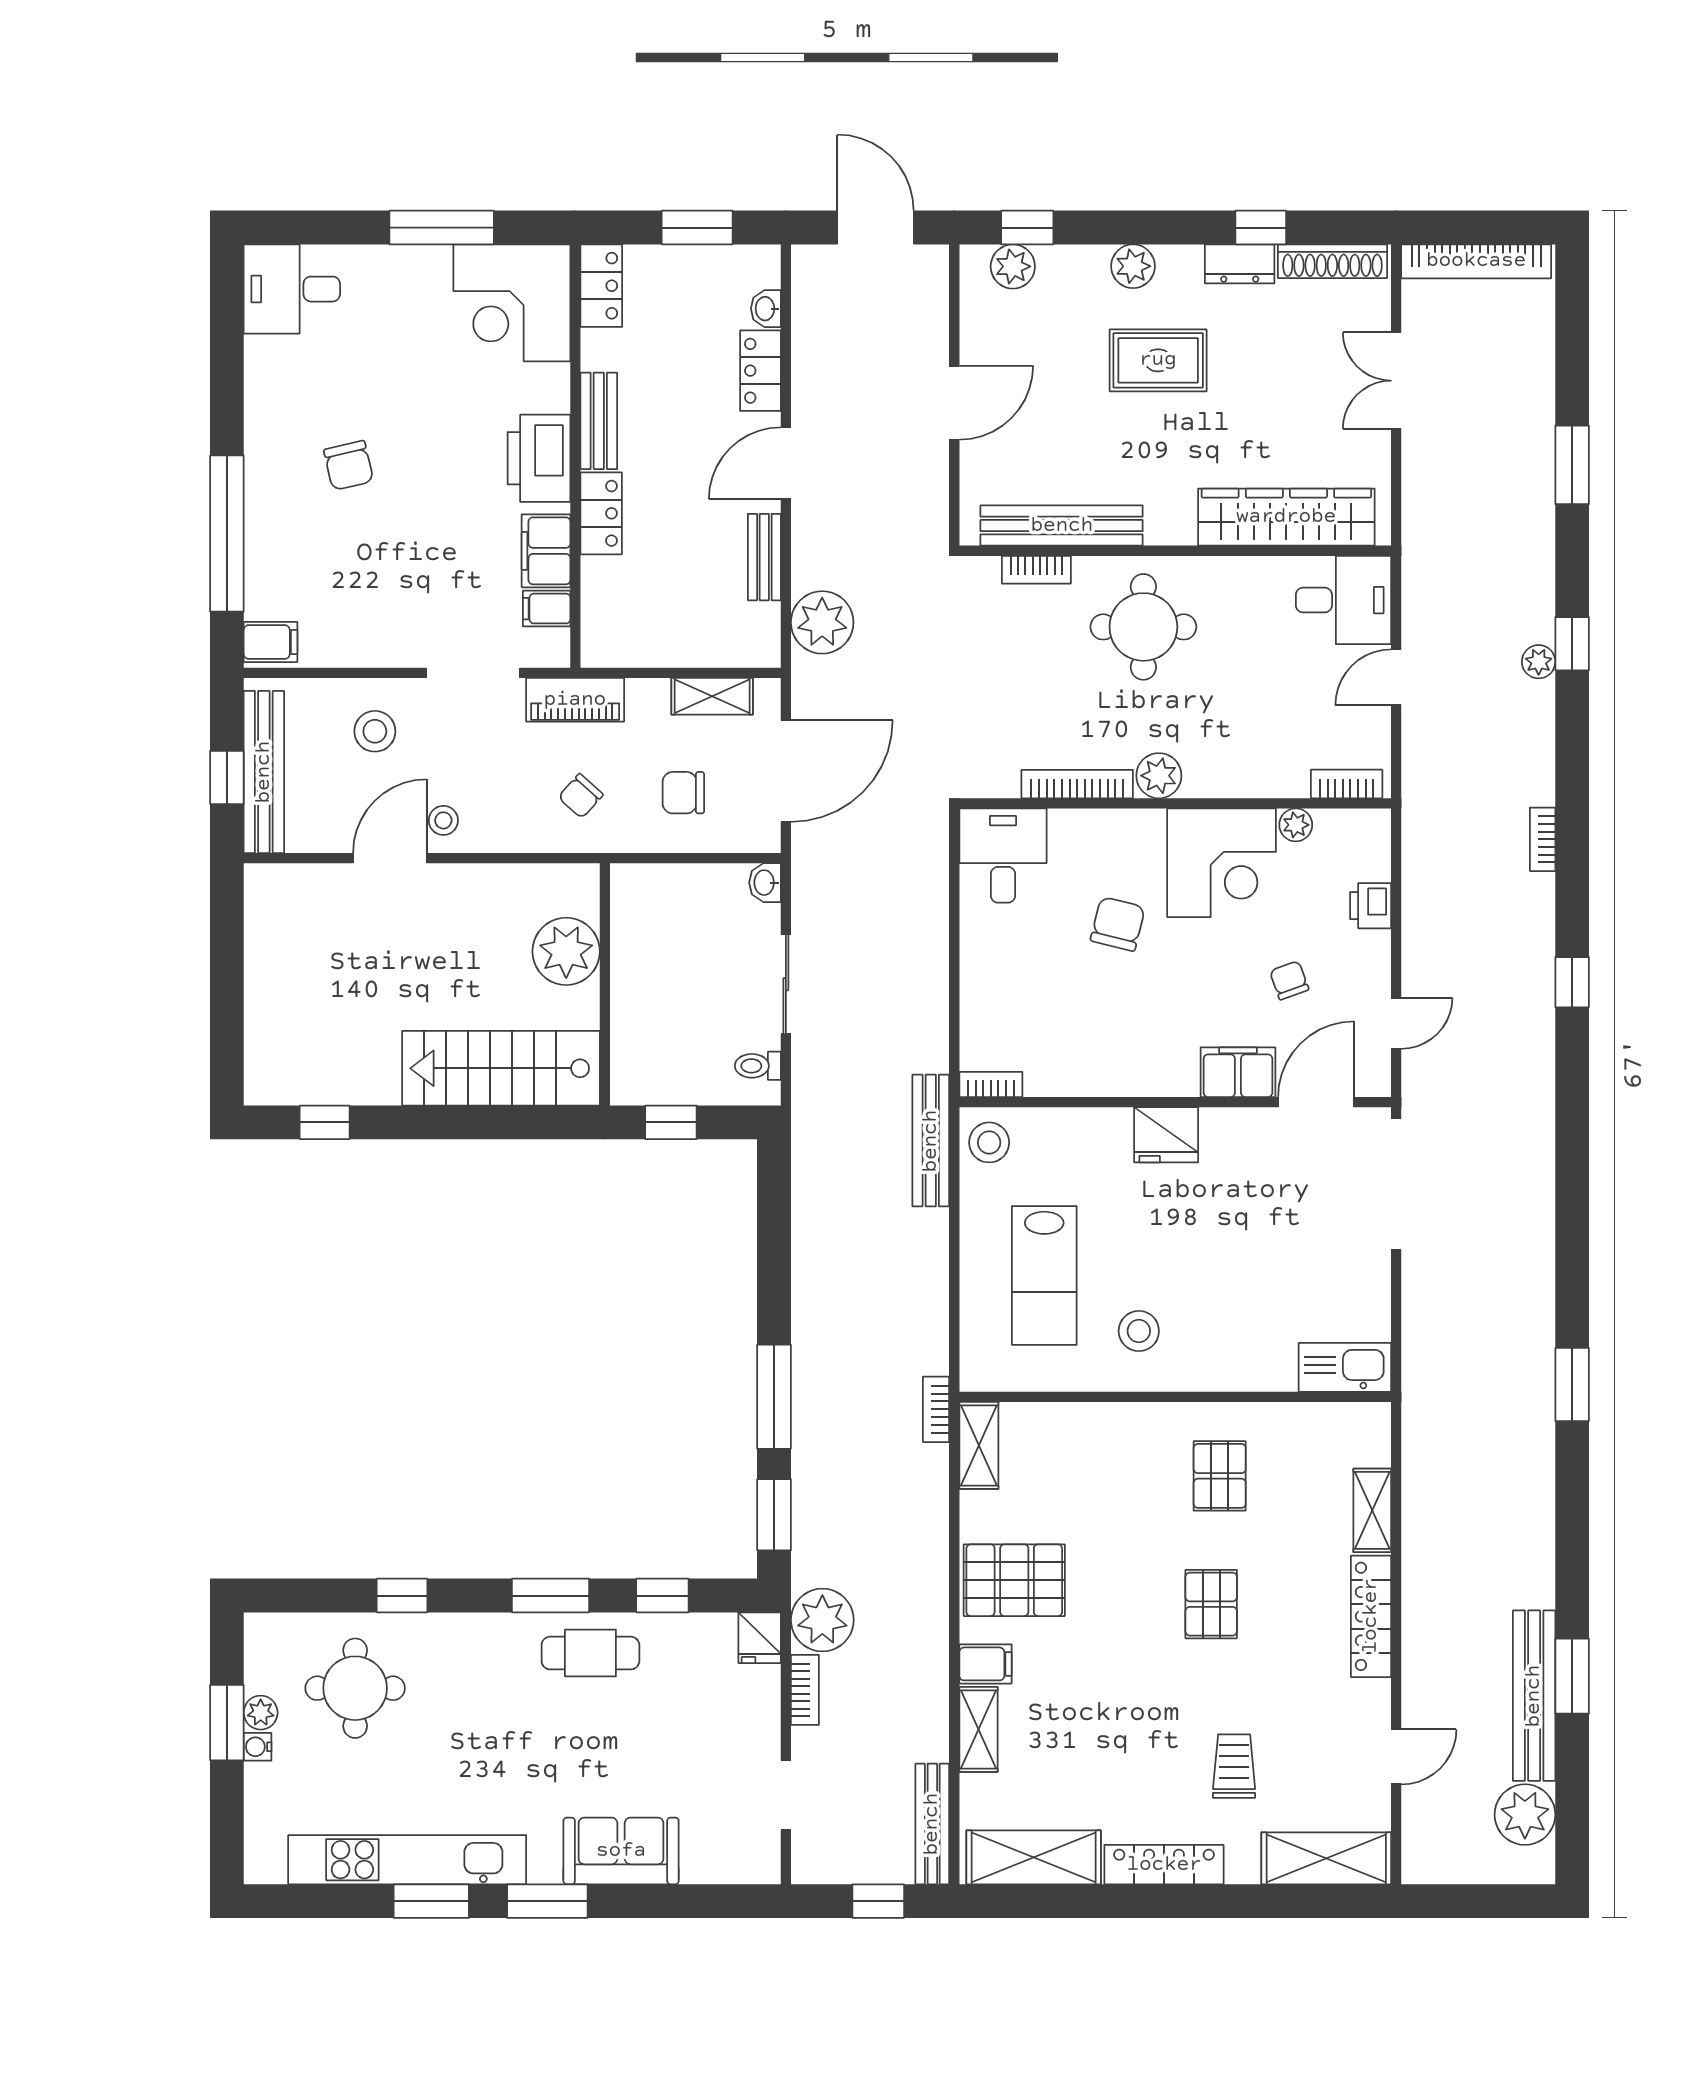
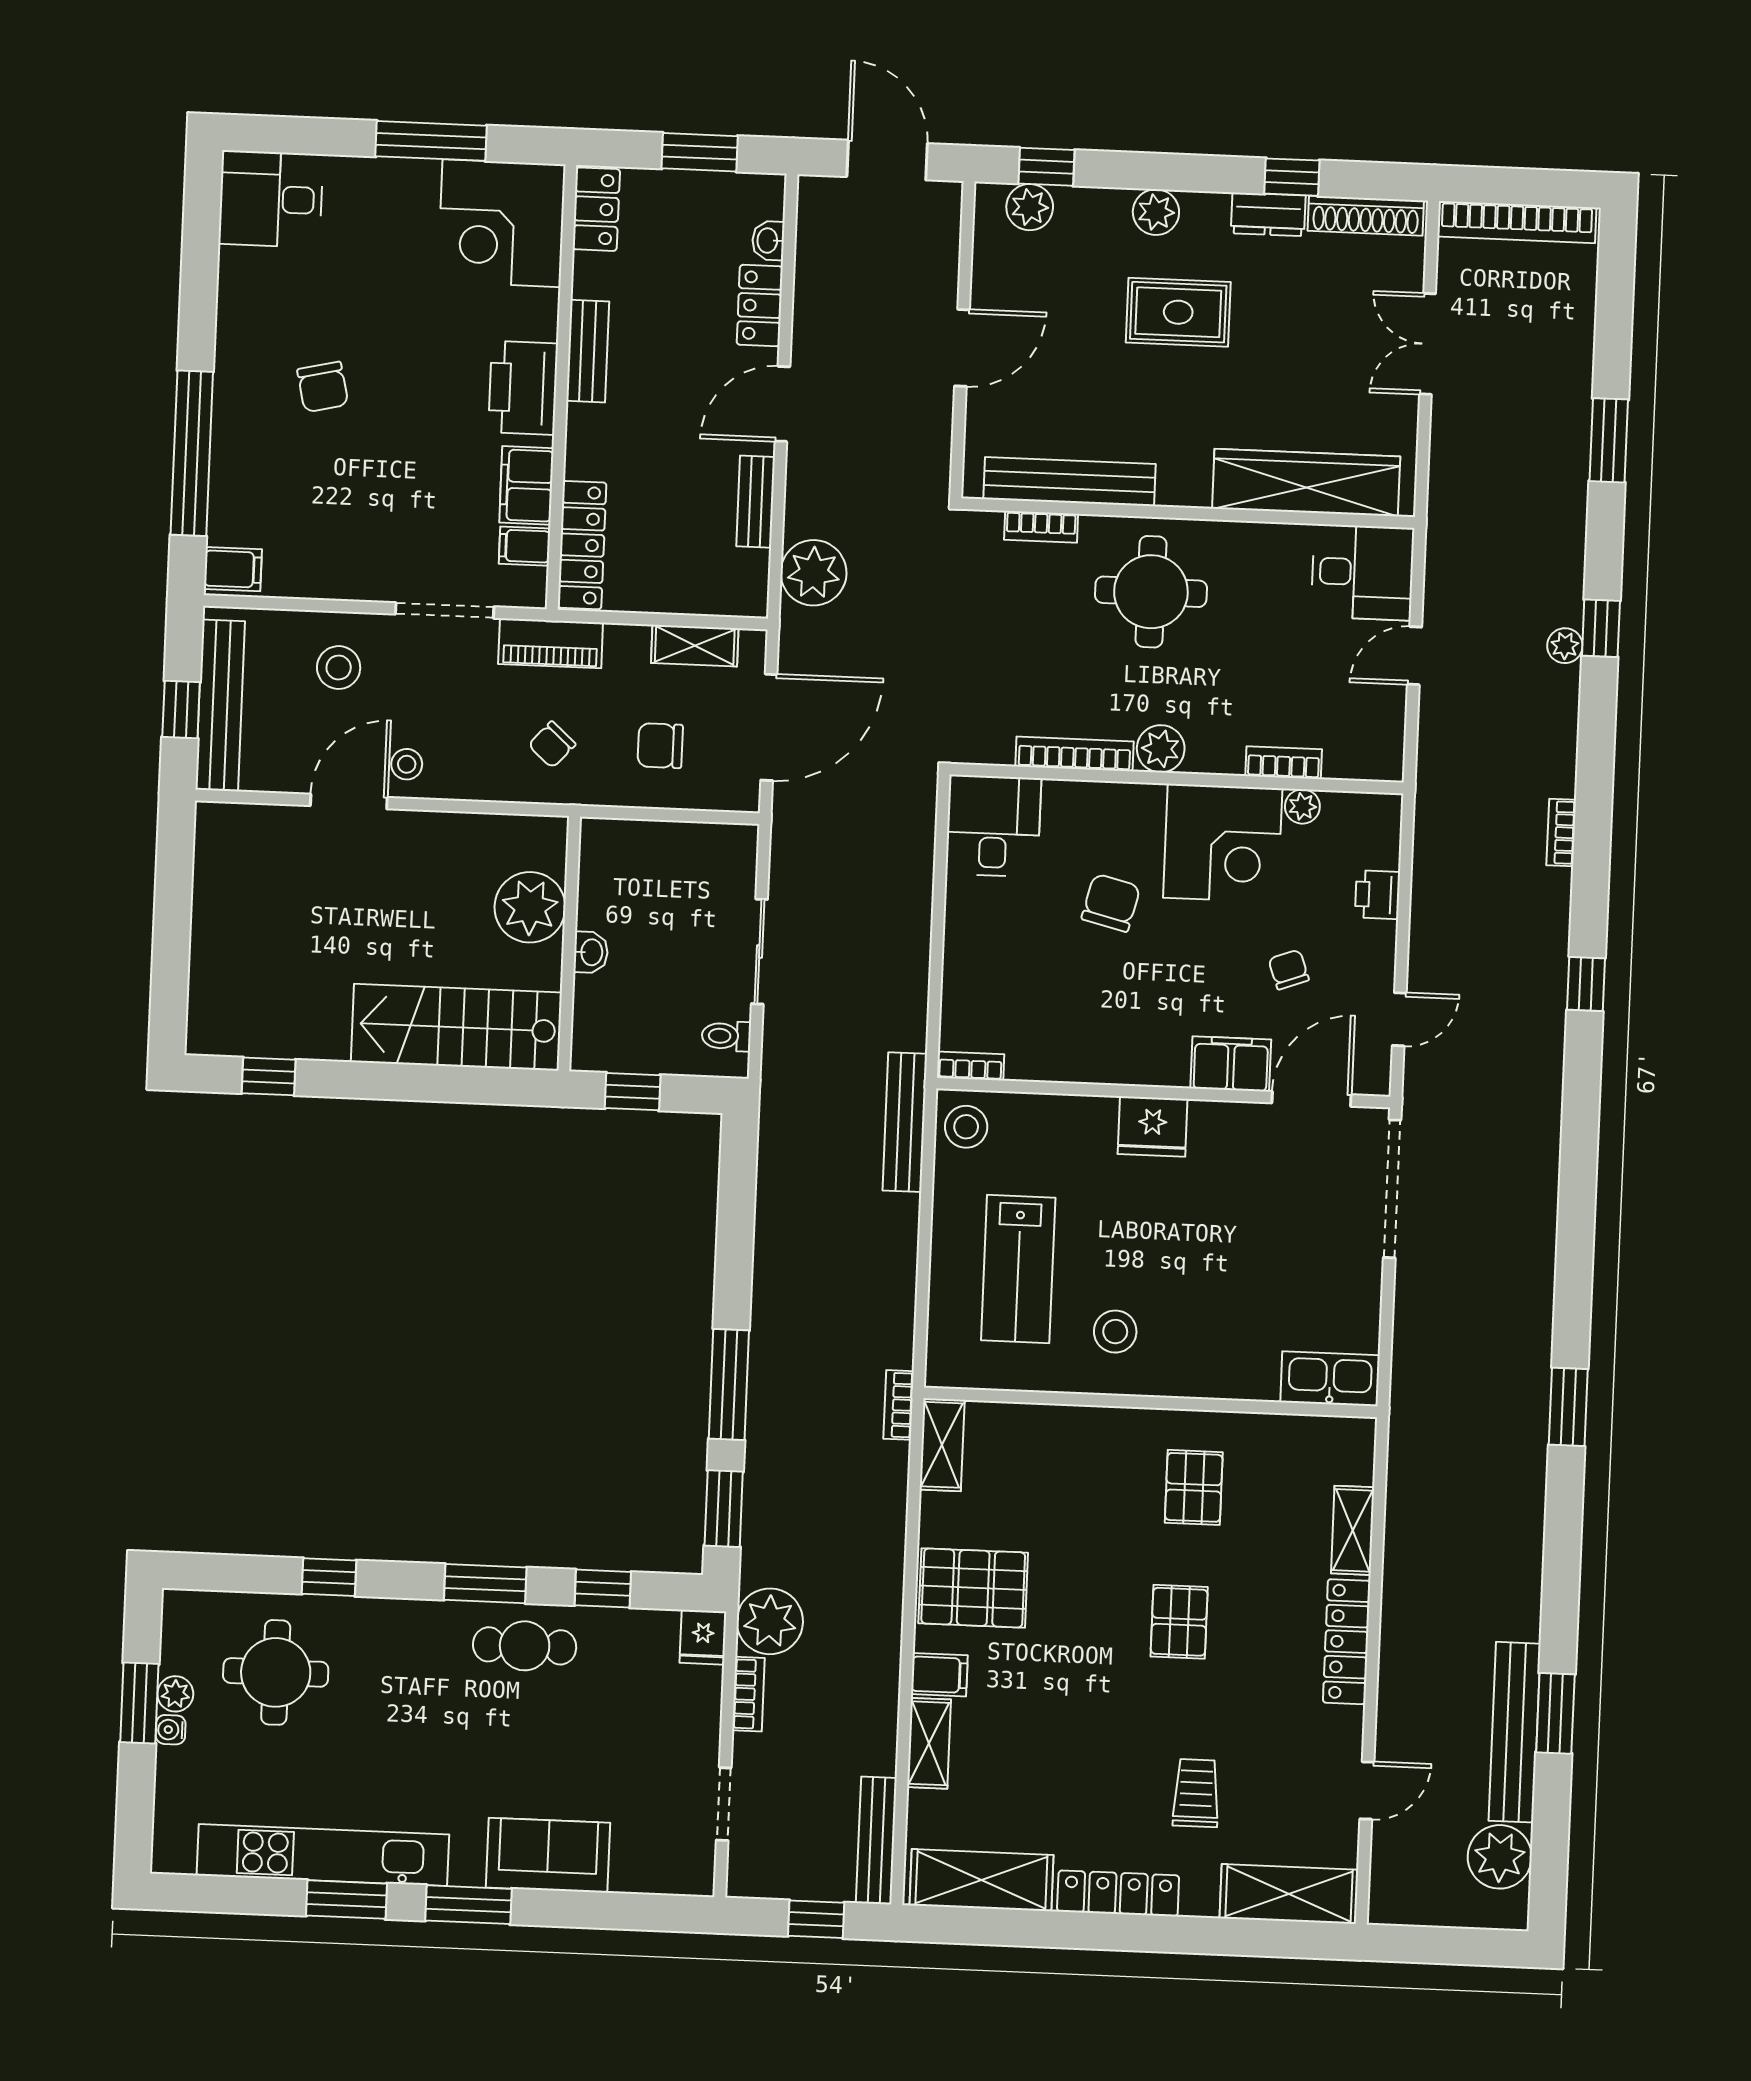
locker: (601, 513) -> (582, 545), moved, width x1.53
bookcase: (1347, 784) -> (1284, 763), moved
washbasin: (765, 883) -> (591, 952), moved, turned 180

